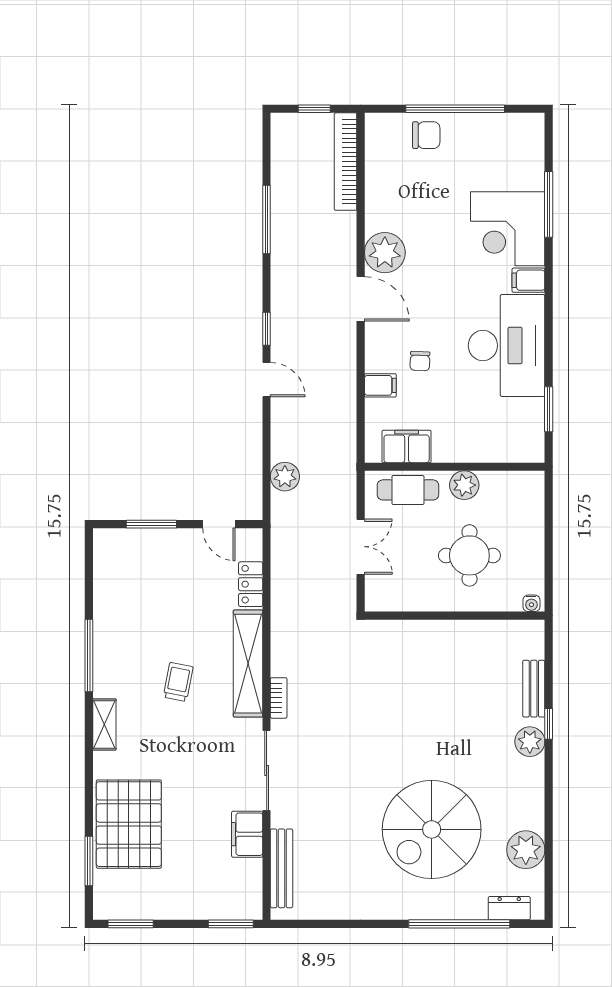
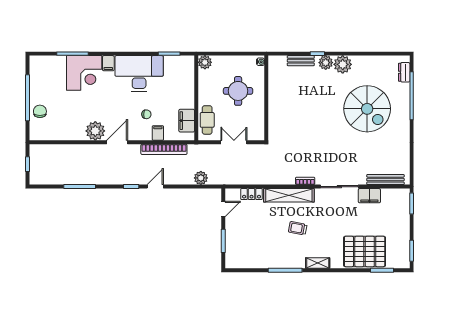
bookcase: (346, 162) -> (164, 149), moved
plant: (464, 485) -> (205, 62), moved
plant: (526, 850) -> (343, 64), moved

